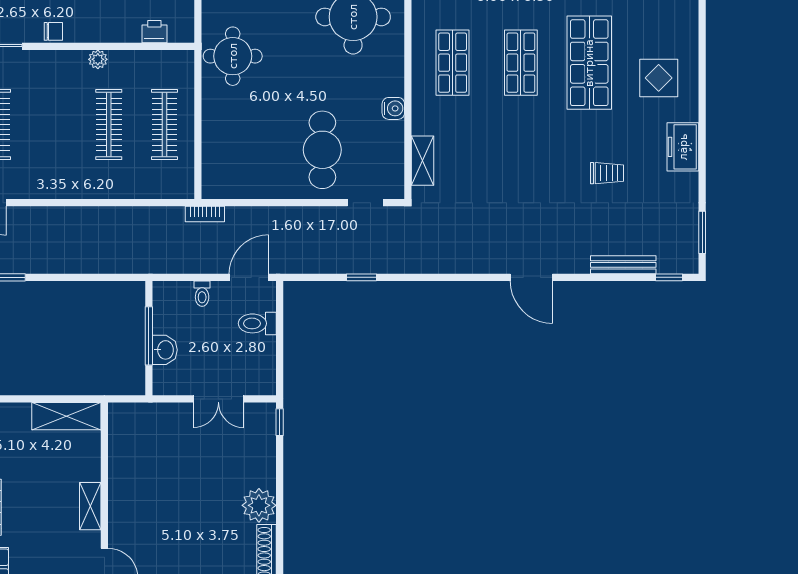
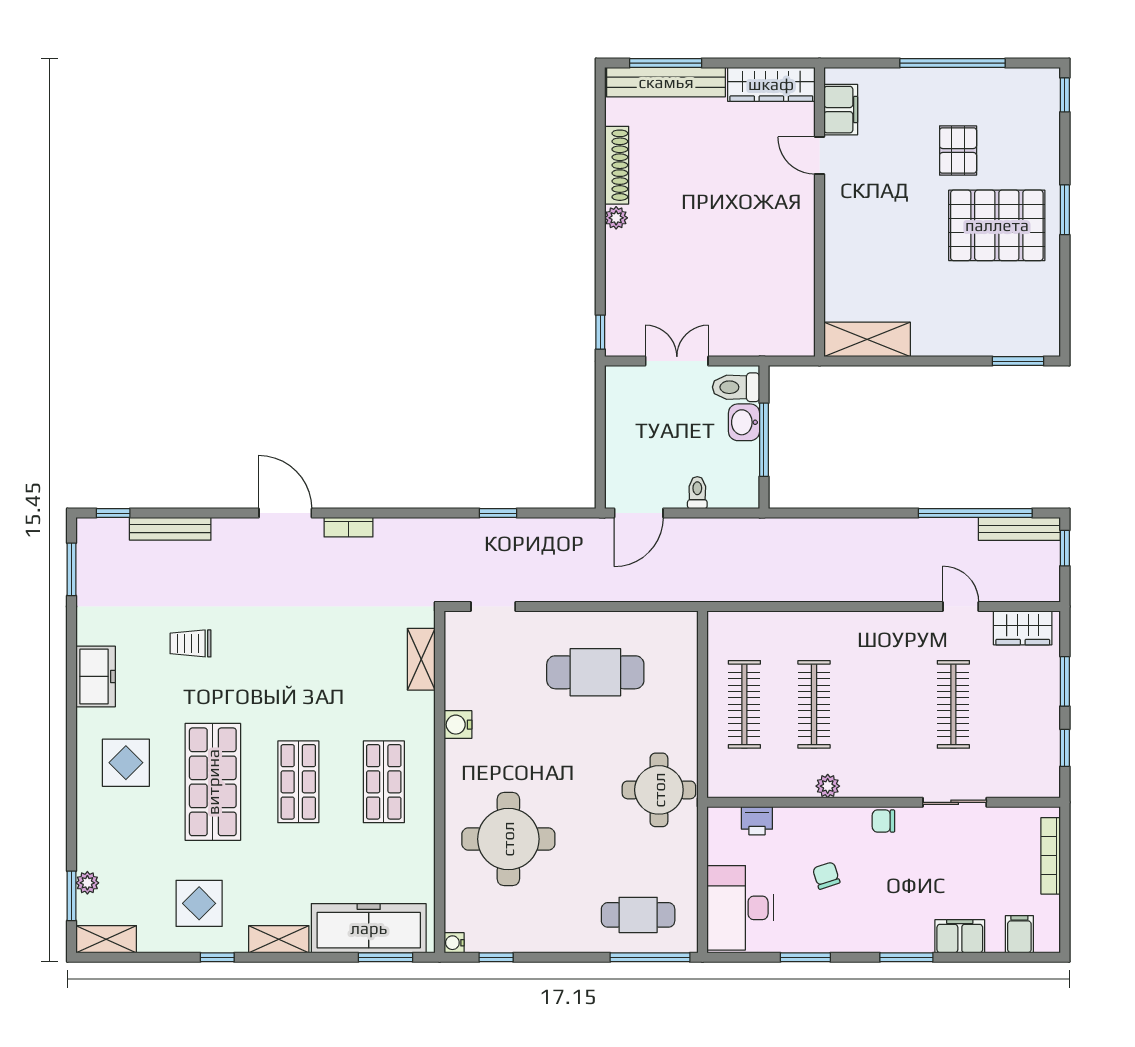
cafe table: (322, 150) -> (595, 672), moved, turned 90
bookcase: (205, 214) -> (348, 527), moved, turned 180
toilet: (257, 323) -> (736, 387), moved, turned 180
plant: (259, 505) -> (616, 218), width x0.53, depth x0.53
shelving: (90, 506) -> (837, 227), removed

